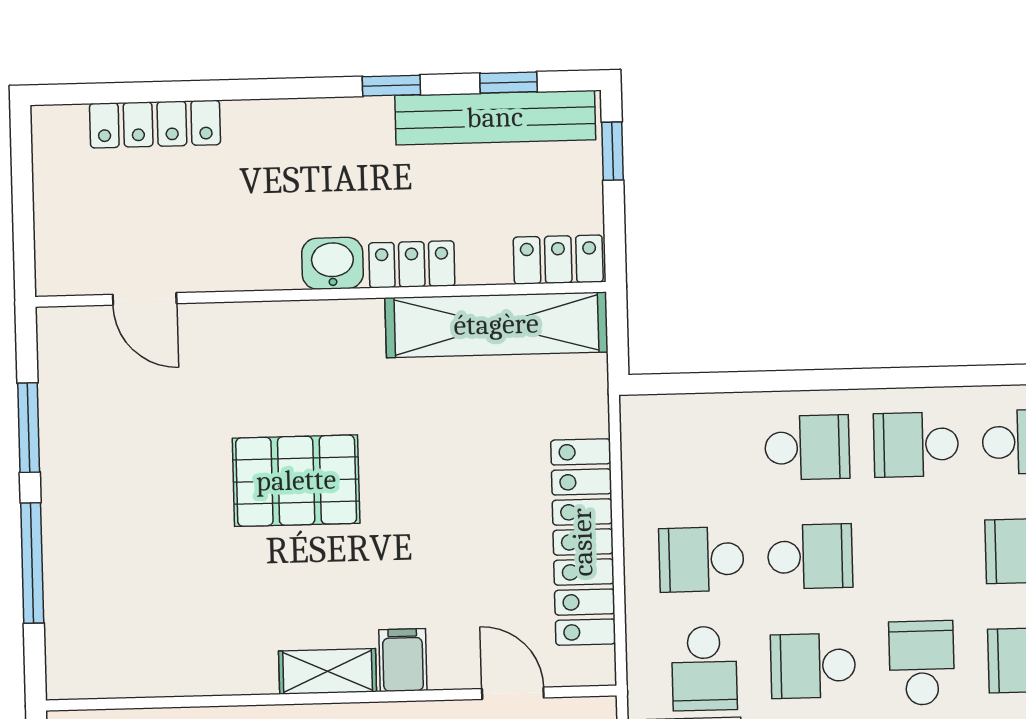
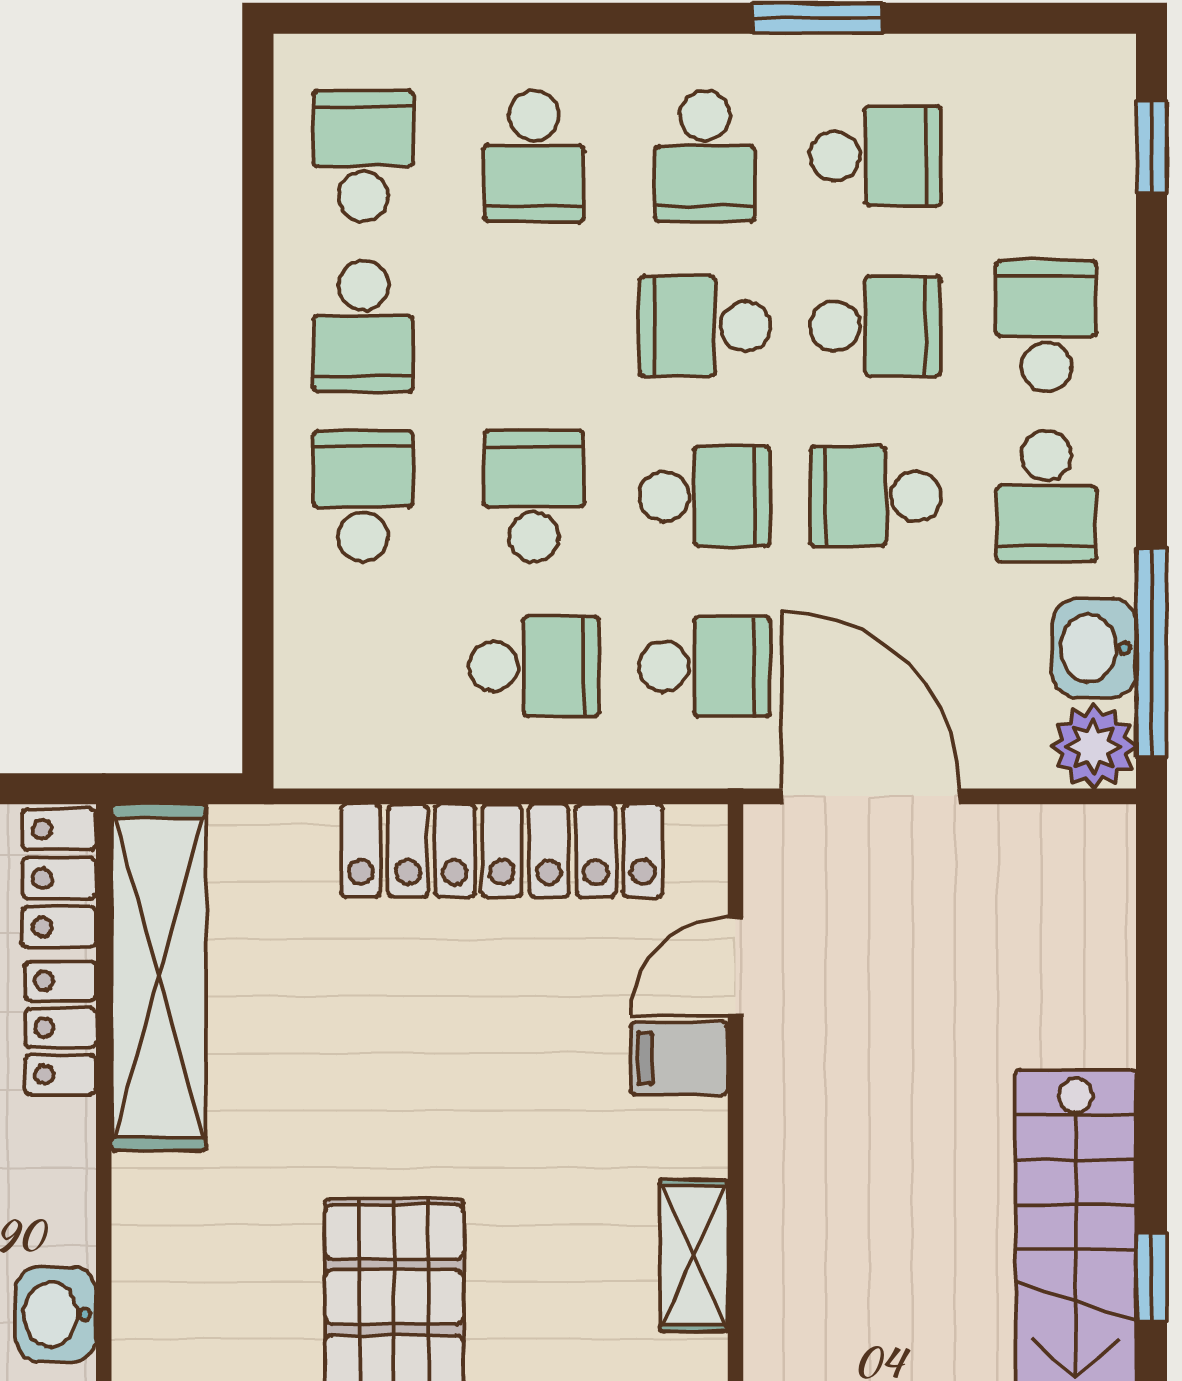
washbasin: (332, 263) -> (56, 1314), moved
locker: (412, 264) -> (61, 1028), moved
school desk: (701, 559) -> (534, 666), turned -90
filing cabinet: (403, 660) -> (679, 1059), moved
school desk: (813, 666) -> (705, 496), turned -90

